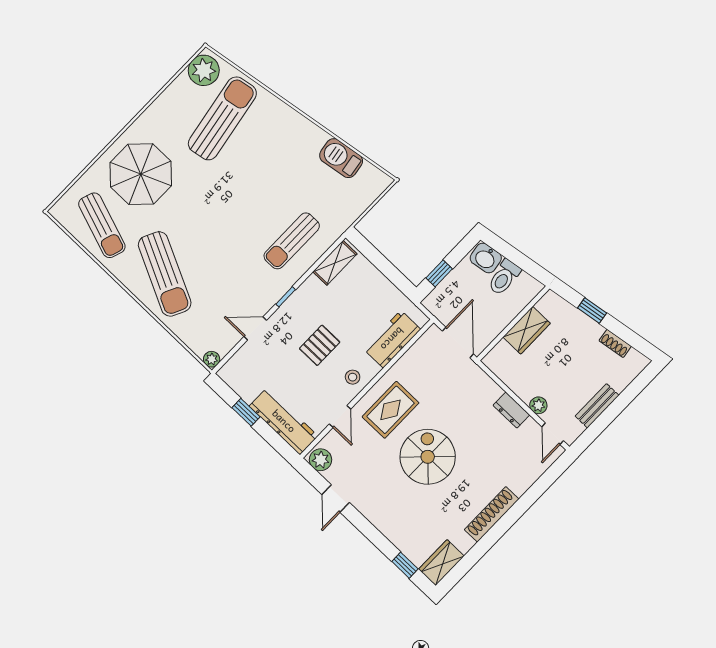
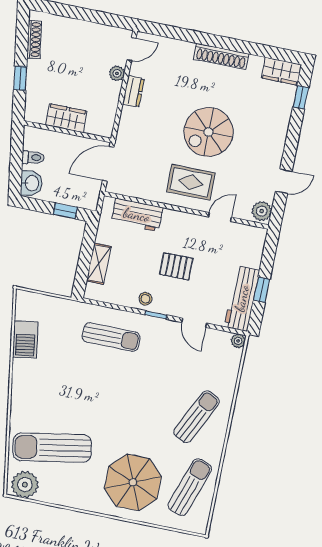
shelving: (335, 263) -> (99, 264), moved, turned 90
sun lounger: (165, 274) -> (197, 417), width x0.73, depth x0.75
toilet: (504, 277) -> (33, 157), width x0.73, depth x0.72
shoe rack: (615, 343) -> (34, 40), width x1.43
stool: (353, 377) -> (145, 299), moved
bench: (597, 406) -> (89, 29), removed
workbench: (284, 421) -> (242, 298), moved

